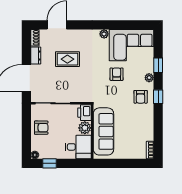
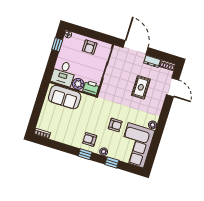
sofa: (103, 131) -> (65, 97), width x0.73

